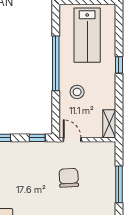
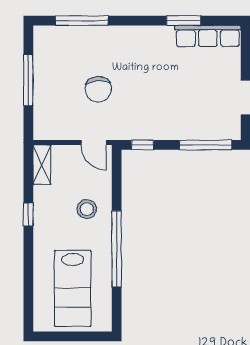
lab bench: (87, 35) -> (73, 288), turned 180
window: (119, 65) -> (28, 214), moved

